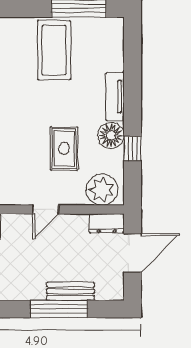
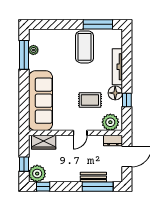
tv unit: (115, 97) -> (117, 67), width x1.41
rug: (64, 148) -> (90, 100), turned 90
window: (59, 309) -> (98, 187), moved

